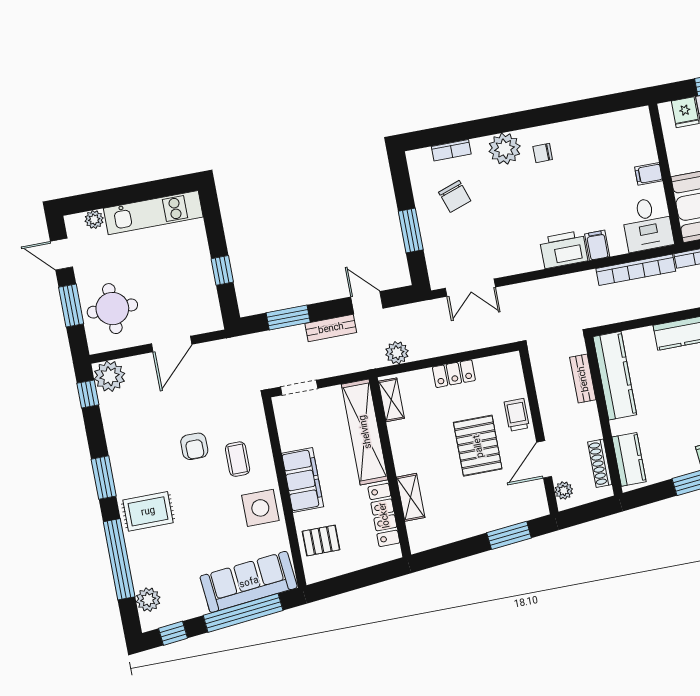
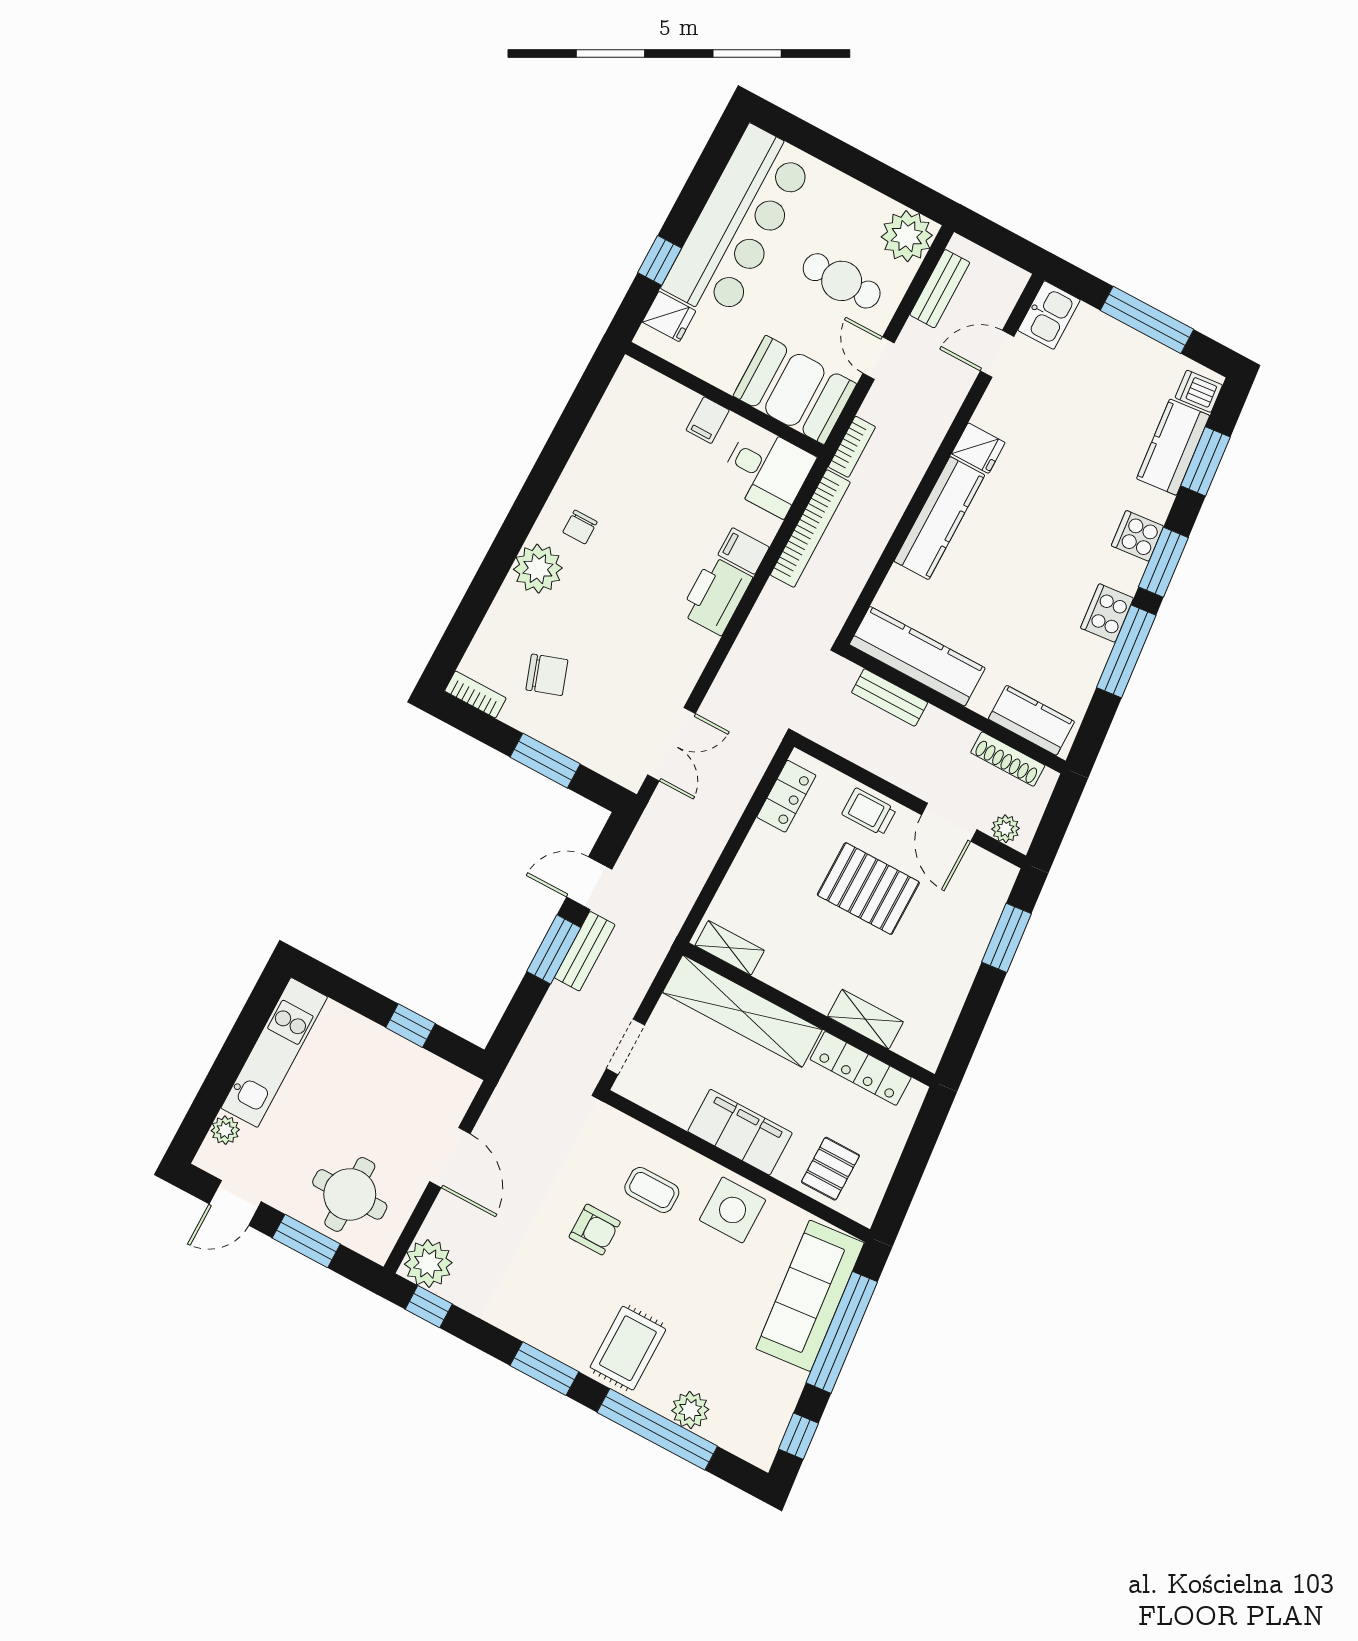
bookcase: (451, 150) -> (475, 695), moved, turned -90
window: (288, 318) -> (554, 949), moved
plant: (397, 353) -> (679, 896), removed
locker: (454, 374) -> (786, 796), moved
plant: (148, 600) -> (690, 1410), moved

